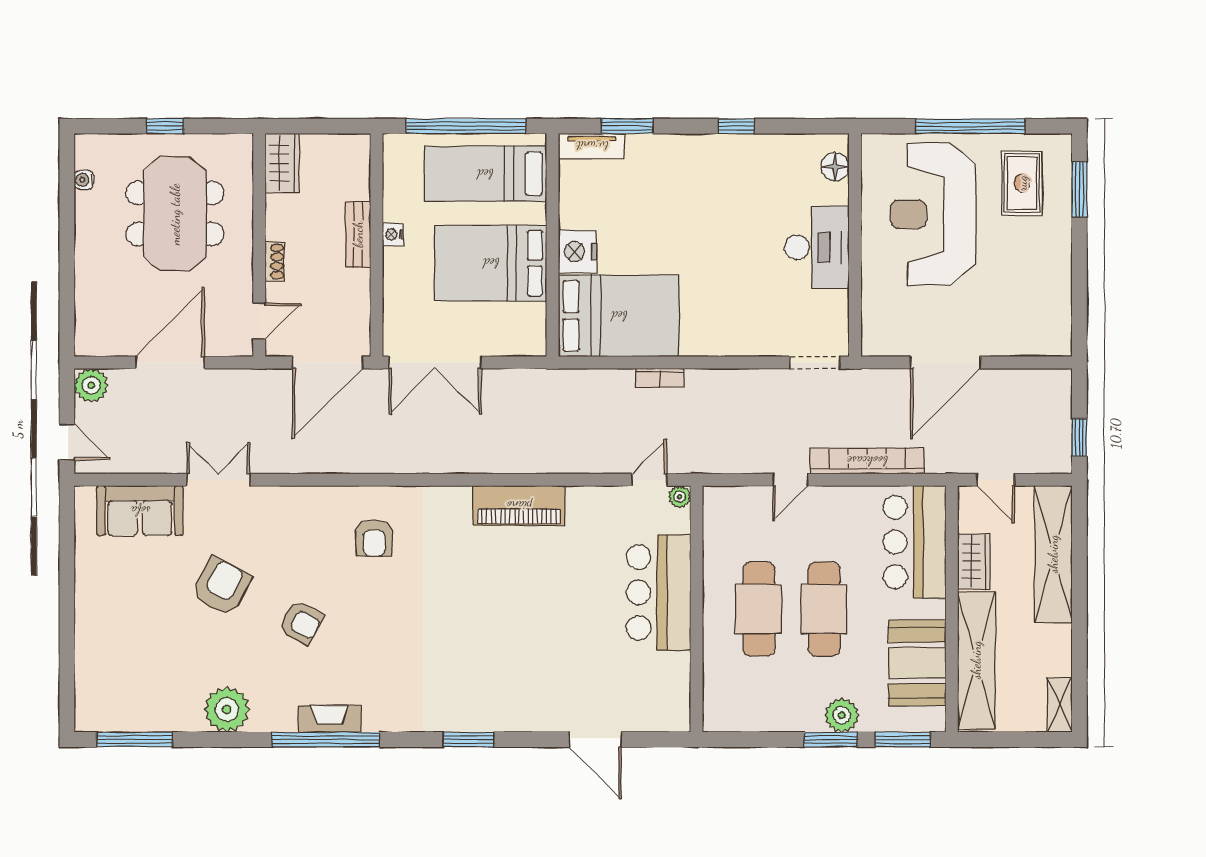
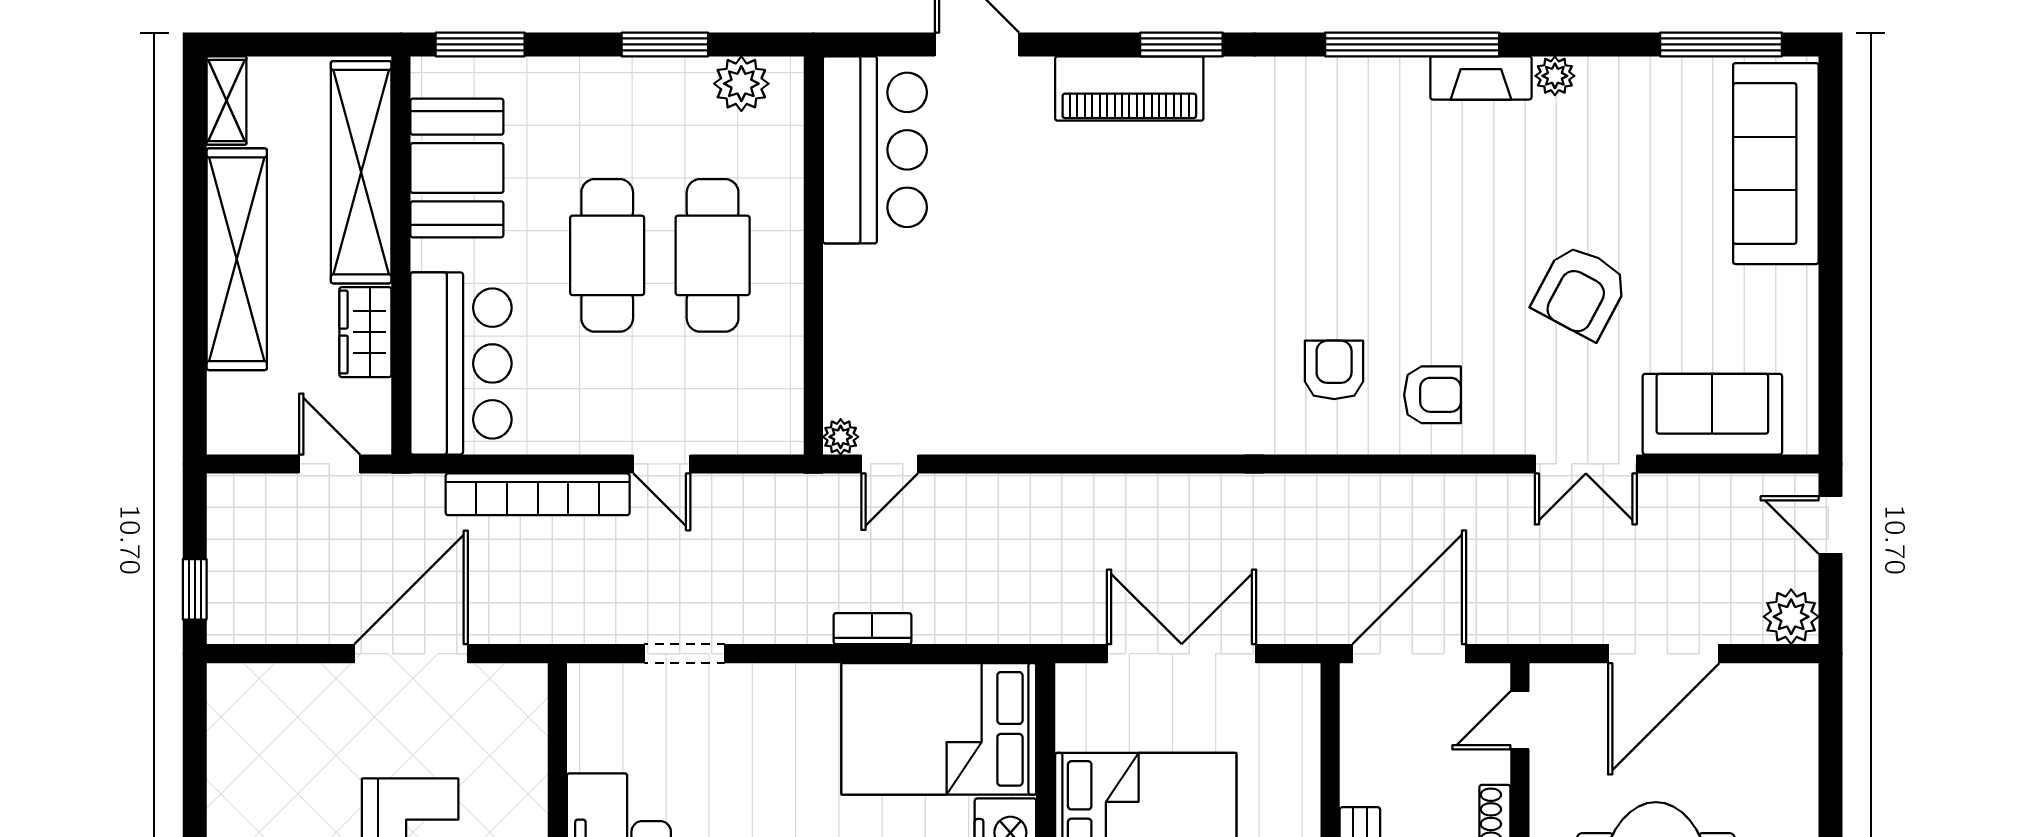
double door: (435, 362) -> (1182, 654), moved
doorway: (815, 362) -> (685, 654), moved
window: (1079, 438) -> (195, 589), moved
door: (790, 480) -> (662, 464), swing flipped
piano: (519, 506) -> (1129, 88), moved, turned 180
shelving: (1053, 554) -> (237, 259), moved
bar counter: (658, 592) -> (875, 150), moved
armchair: (301, 623) -> (1433, 395), moved, turned 152
sofa: (101, 666) -> (1776, 164), added
plant: (227, 709) -> (1555, 76), width x0.53, depth x0.53
plant: (842, 715) -> (741, 84), moved
fireplace: (329, 719) -> (1481, 78), moved
window: (831, 740) -> (665, 44), moved

